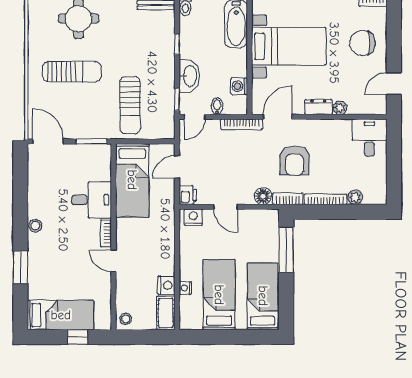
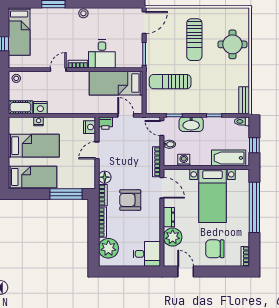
chair: (362, 43) -> (215, 249), turned -90
plant: (340, 108) -> (173, 237), width x1.87, depth x1.87
plant: (355, 197) -> (108, 248), width x1.87, depth x1.87

